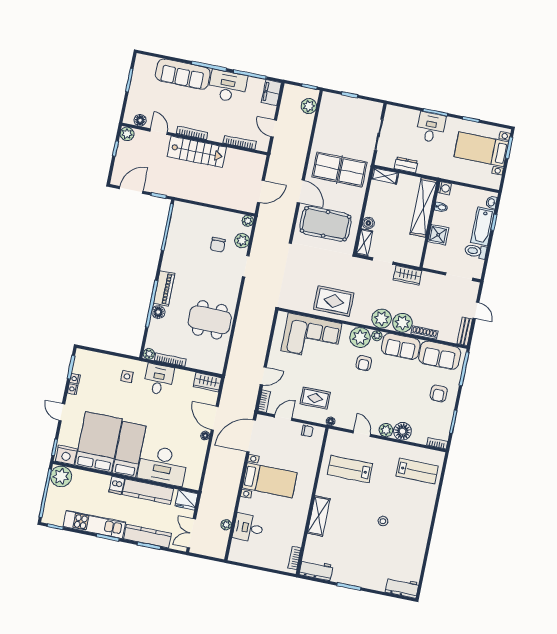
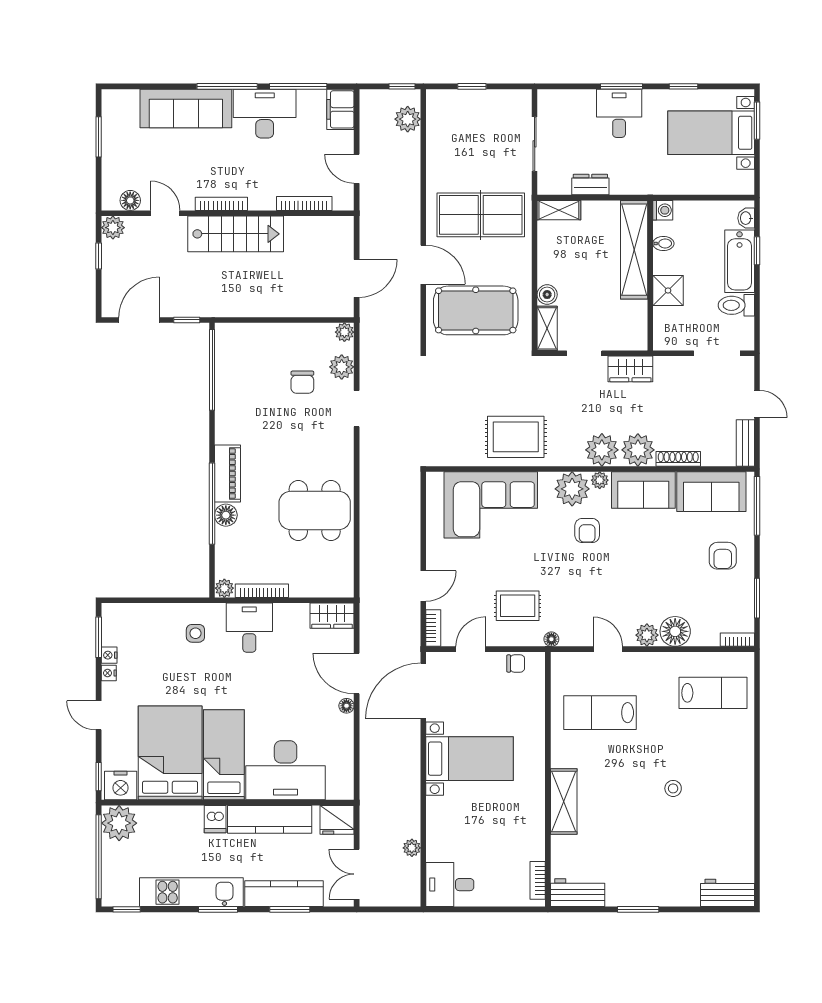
desk: (248, 528) -> (450, 885), moved

